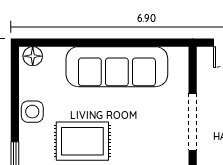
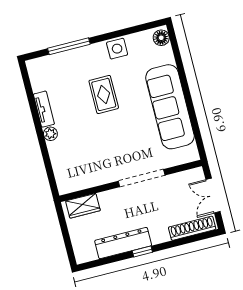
rug: (82, 141) -> (104, 94), width x0.73, depth x0.70

